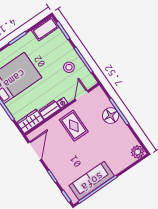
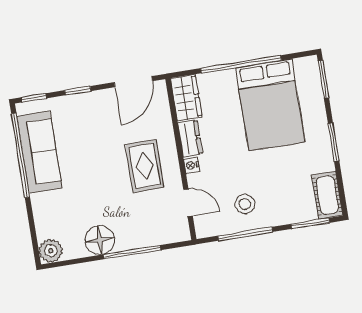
floor lamp: (111, 116) -> (100, 240), moved
rug: (74, 126) -> (145, 166), turned 90
door: (35, 151) -> (133, 82), hinge flipped

